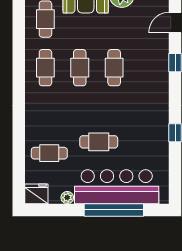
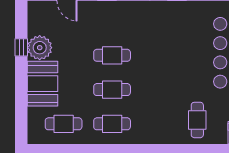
cafe table: (99, 142) -> (186, 71), removed

